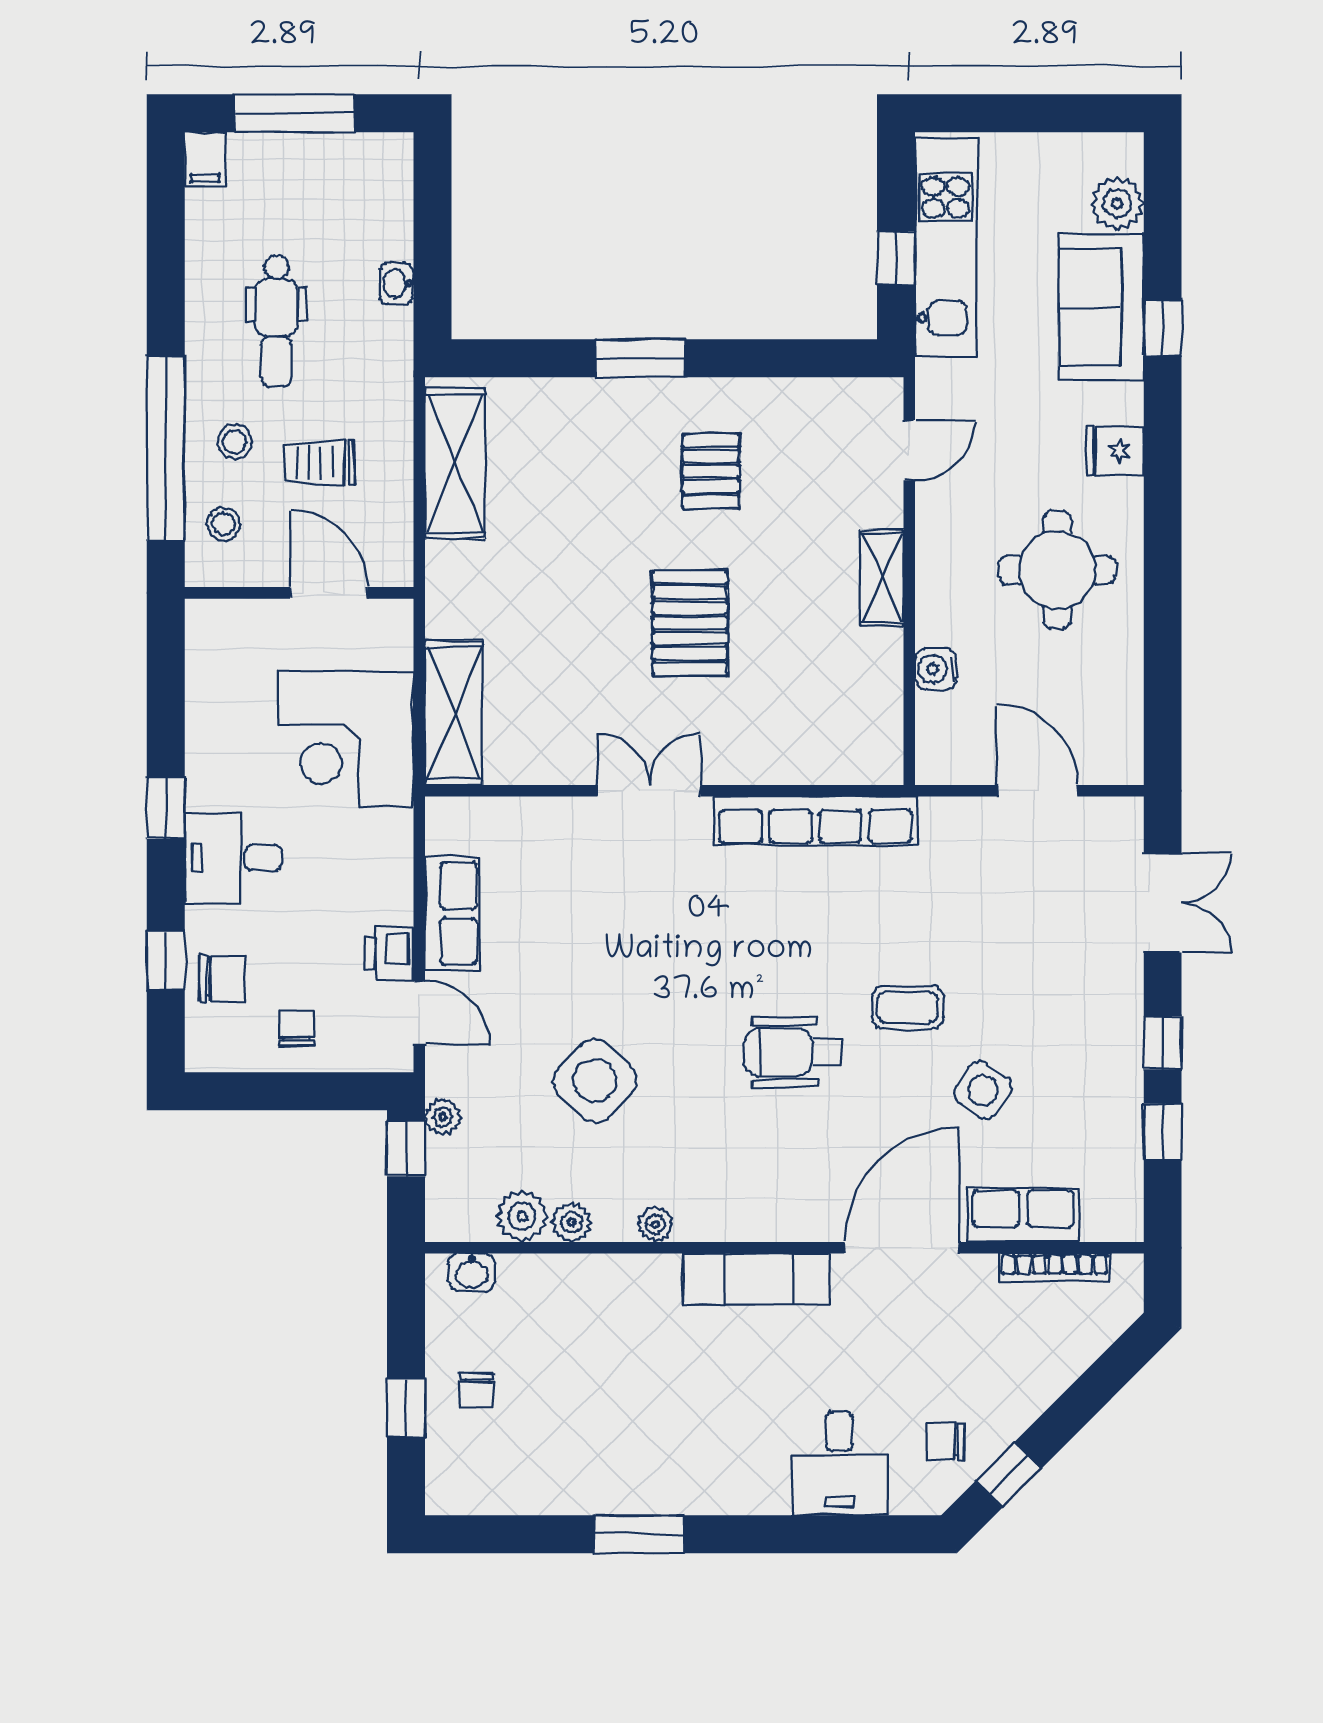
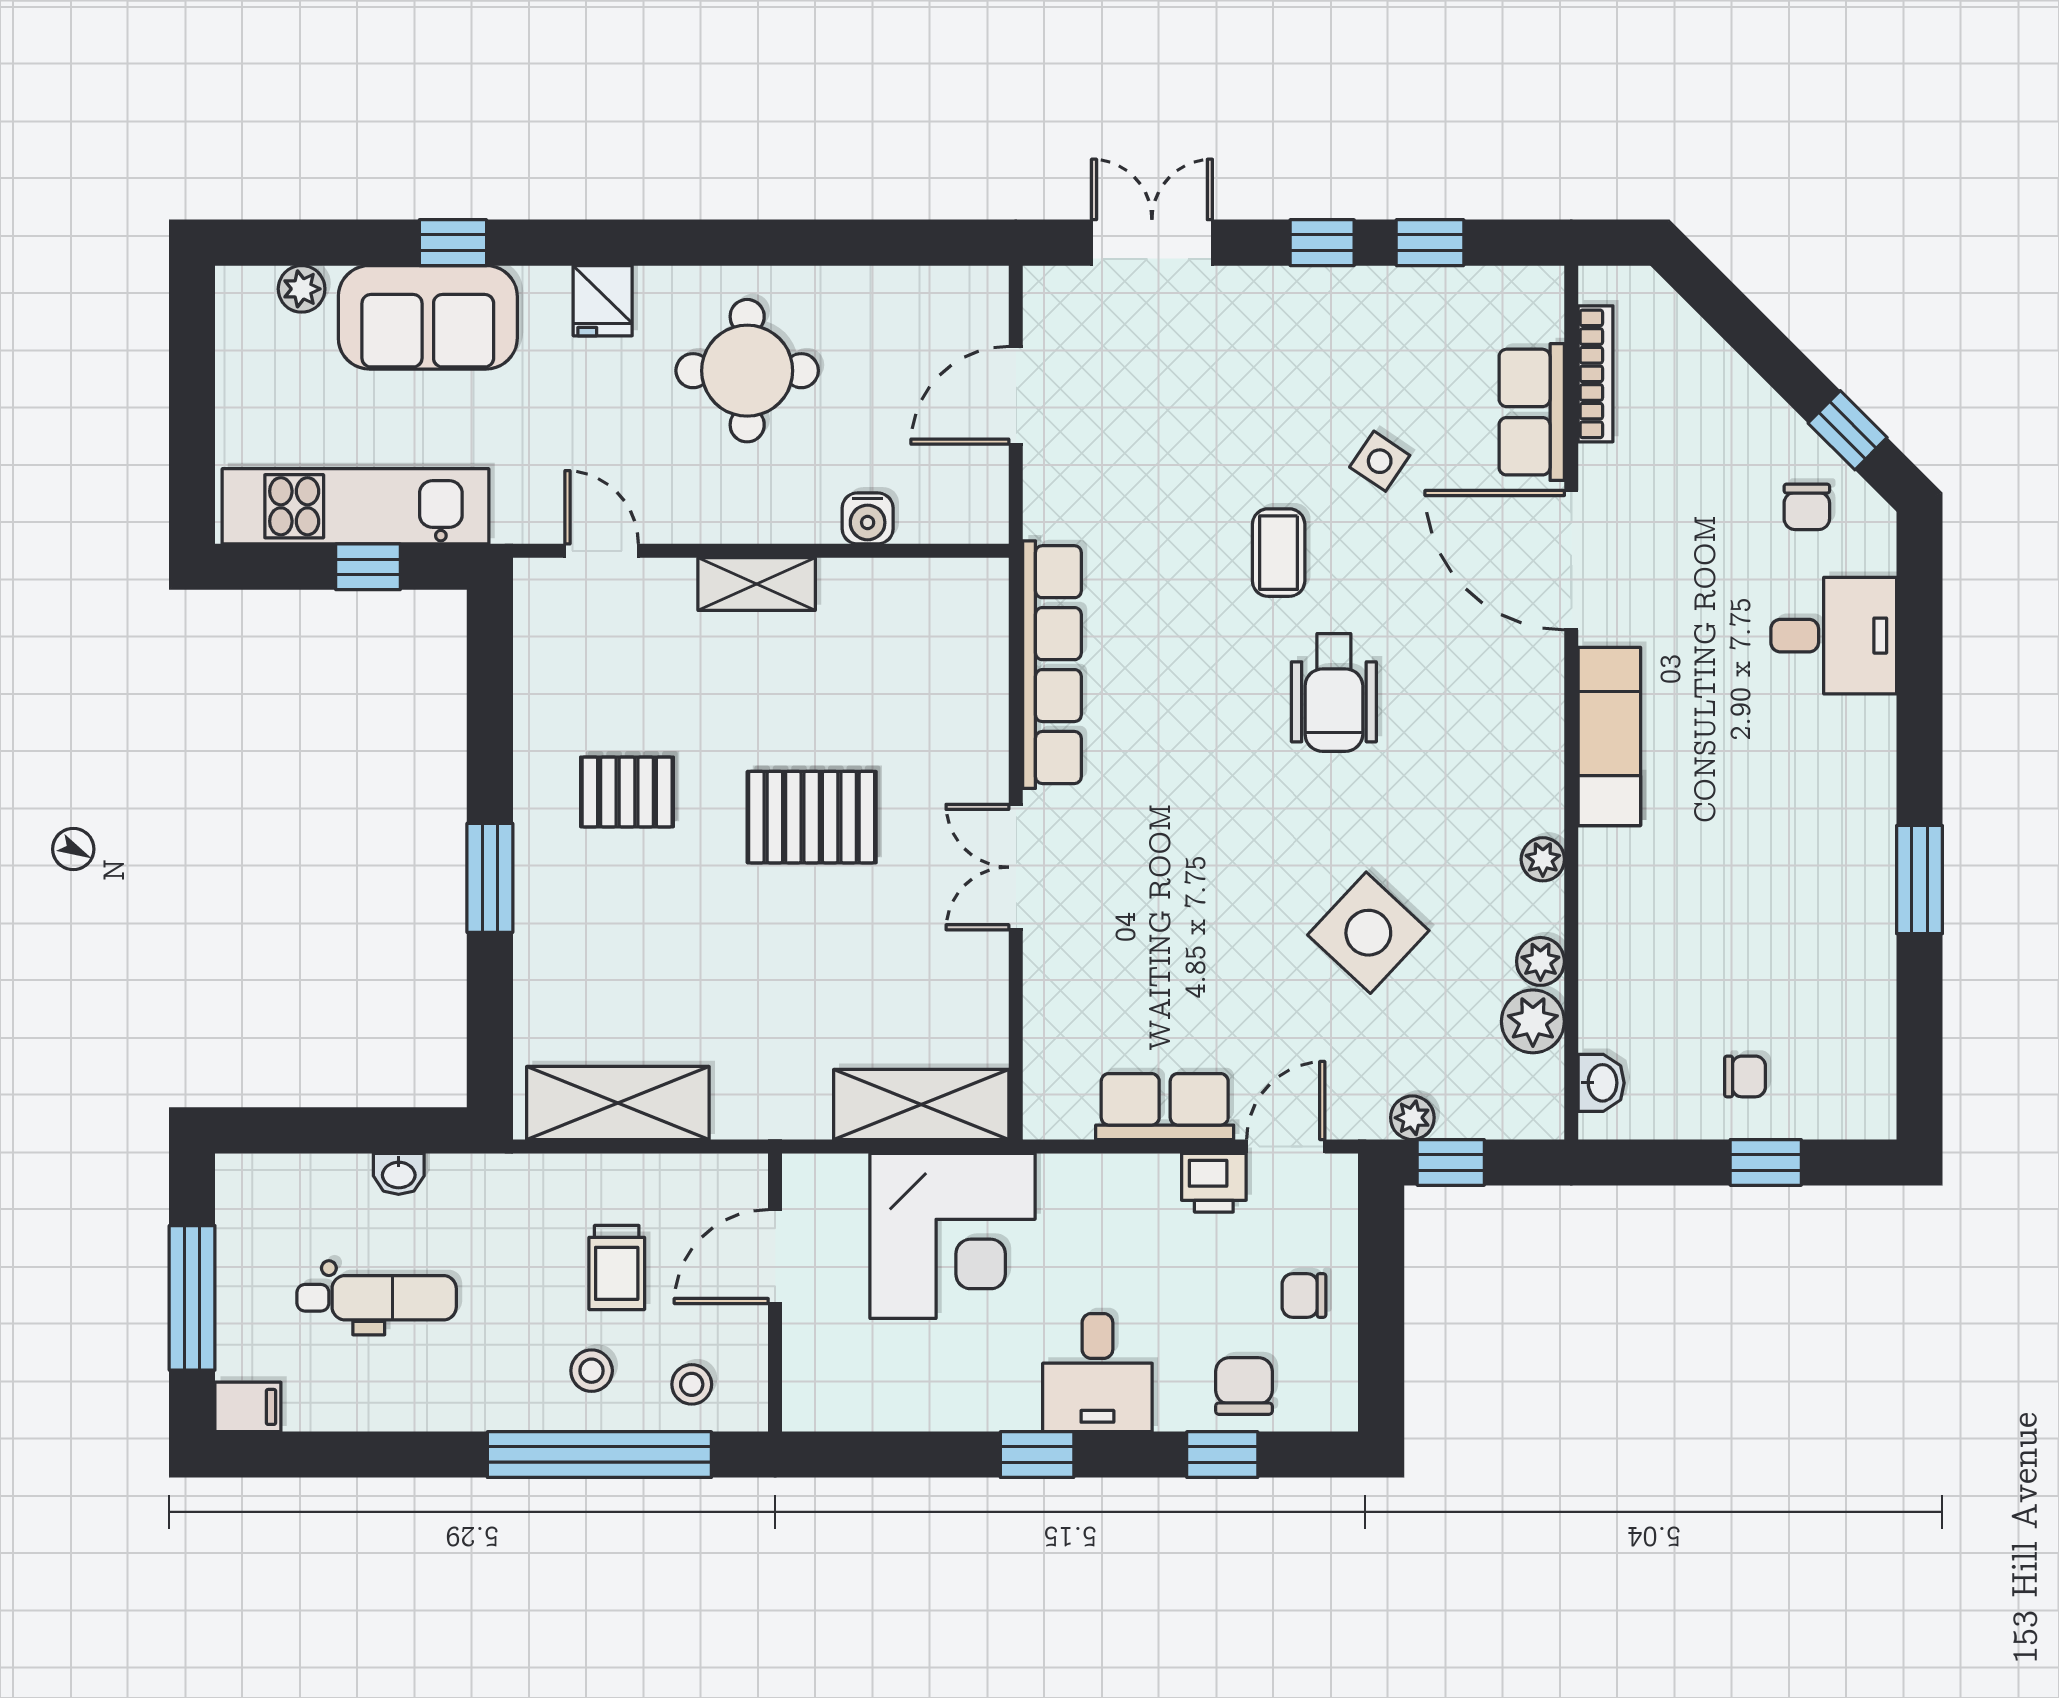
plant: (1117, 203) -> (302, 289), width x0.73, depth x0.73
dental chair: (276, 321) -> (377, 1298), moved
side table: (983, 1090) -> (1380, 461), width x0.73, depth x0.73

